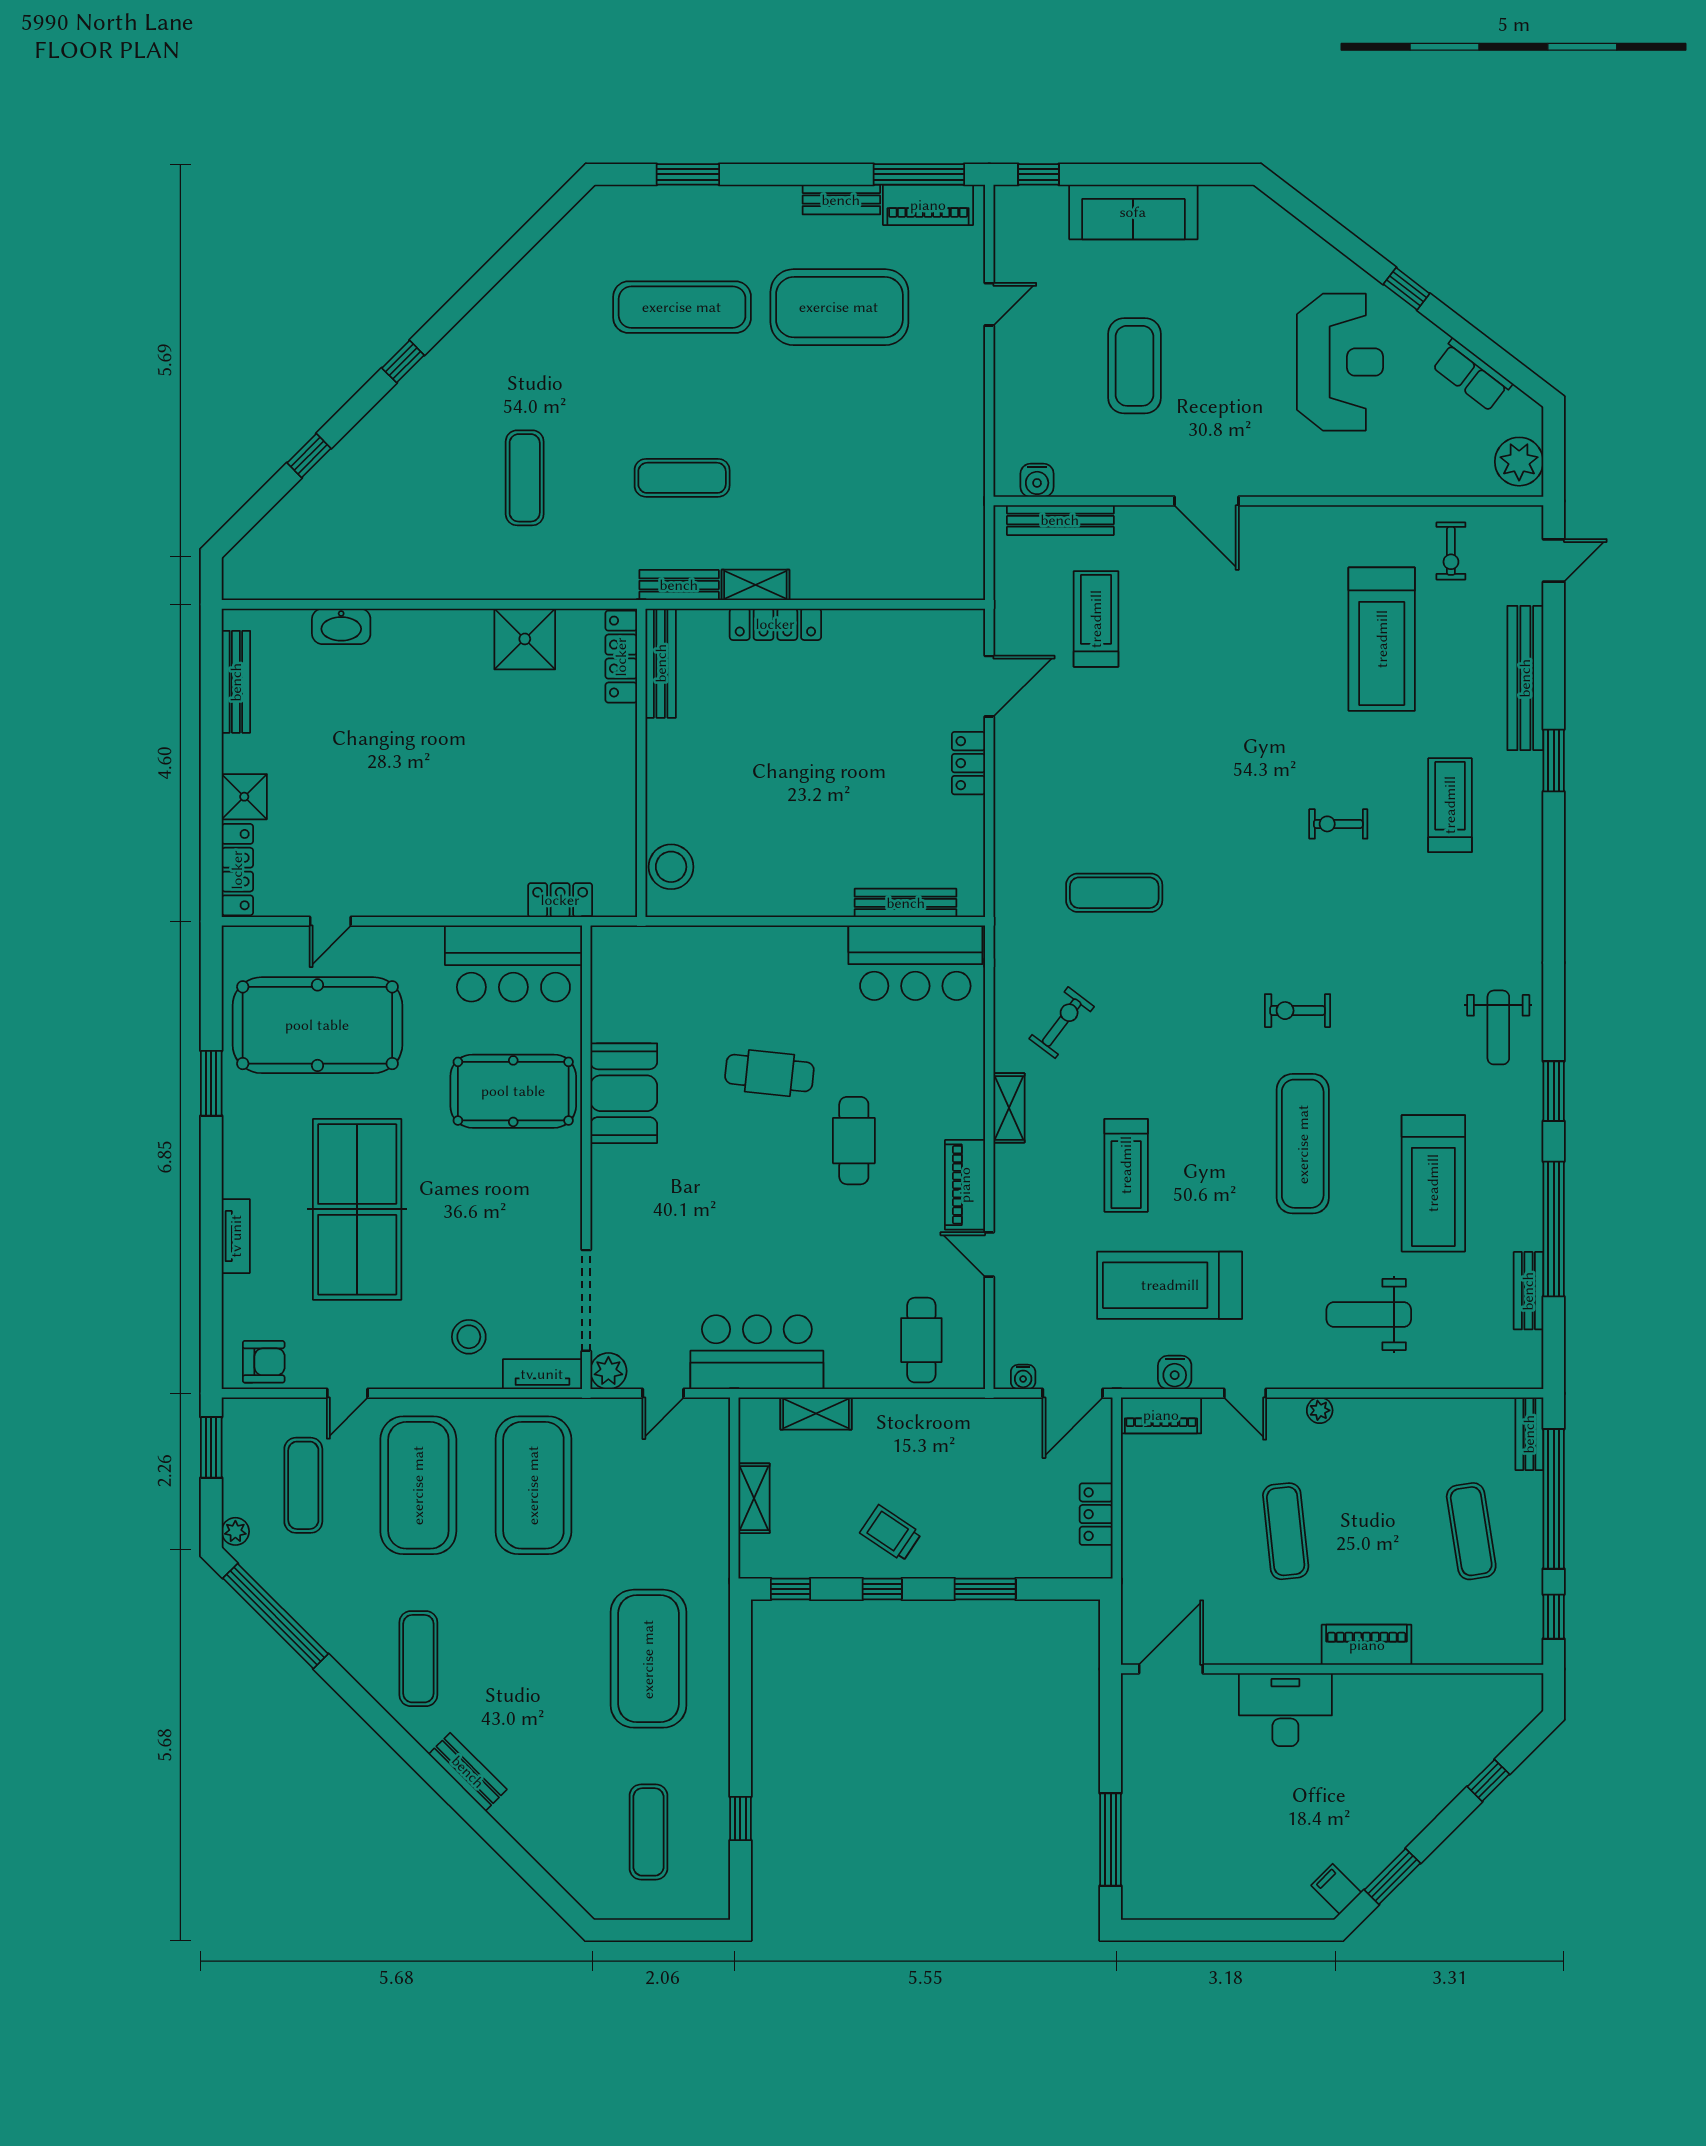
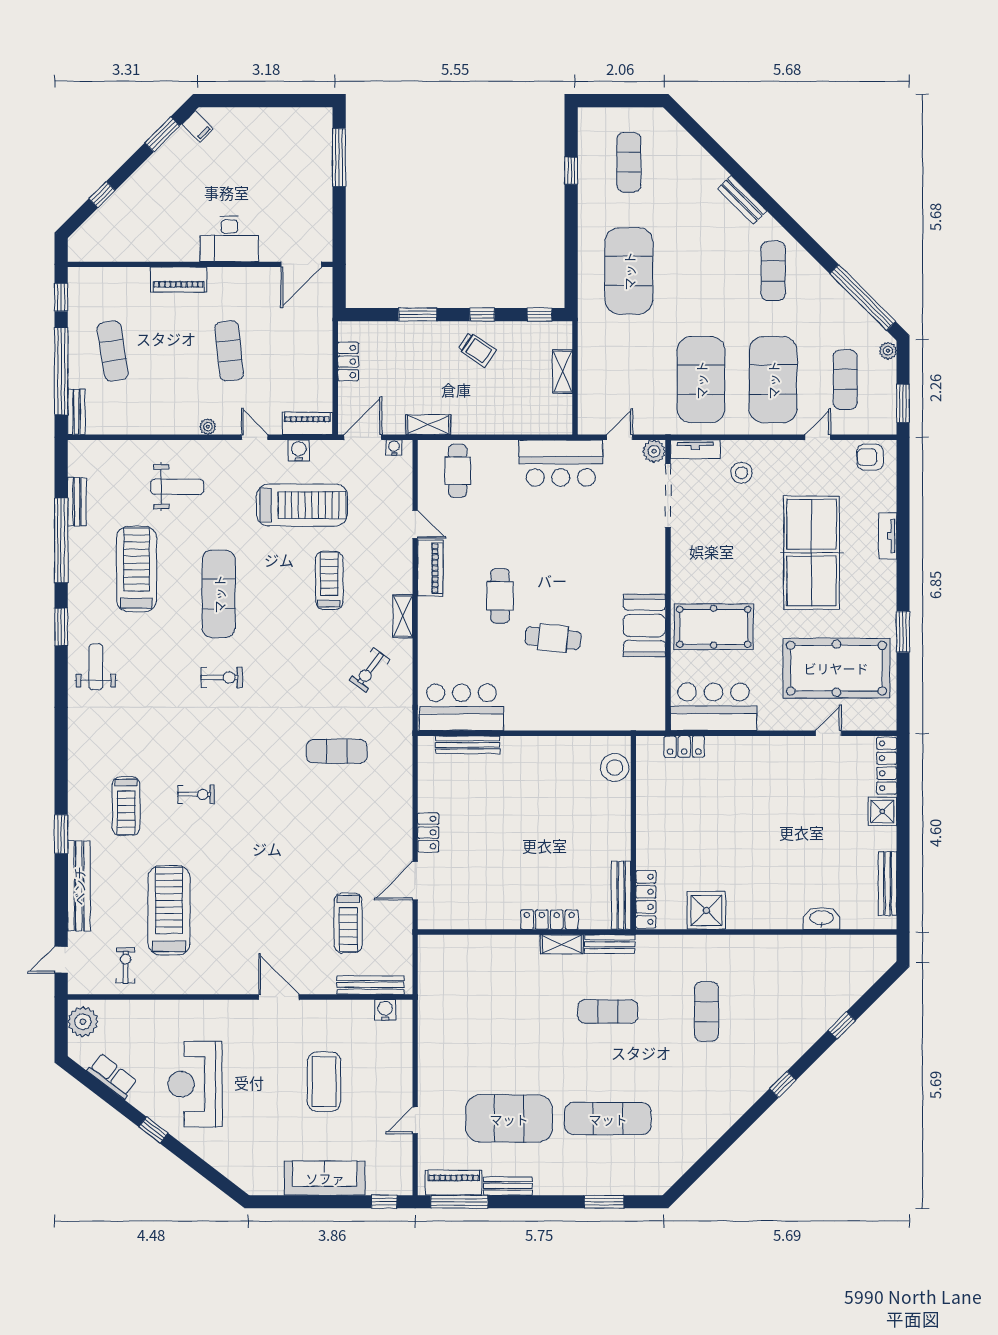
shelving: (816, 1414) -> (428, 425), moved

